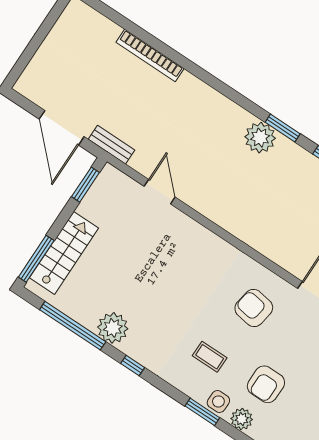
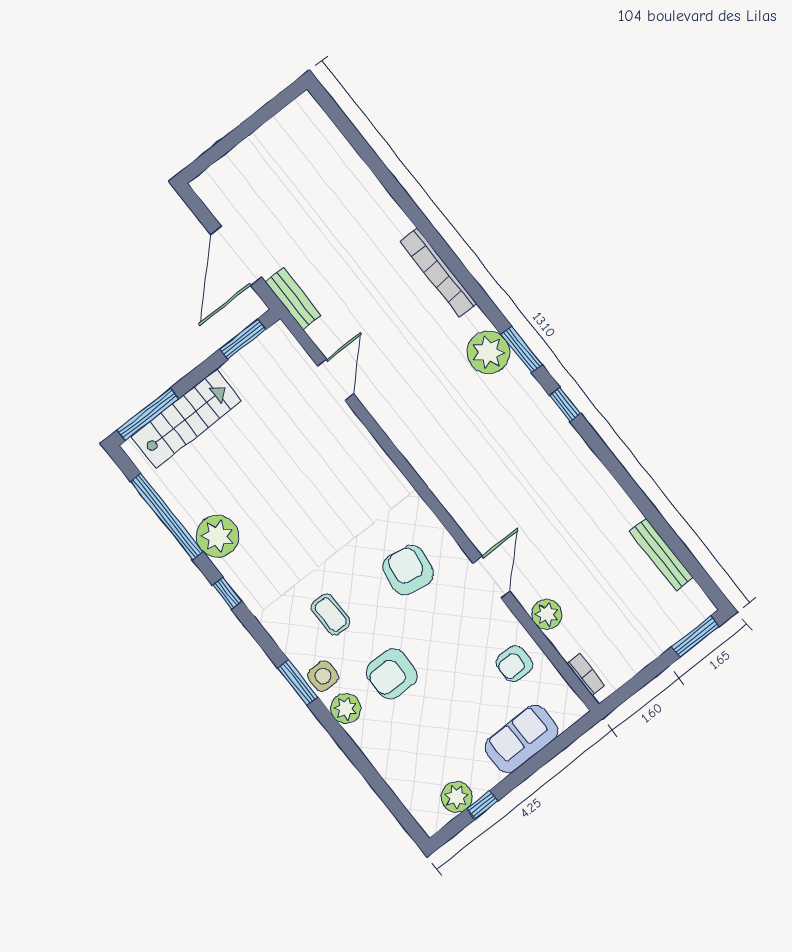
bookcase: (150, 55) -> (438, 272), moved

